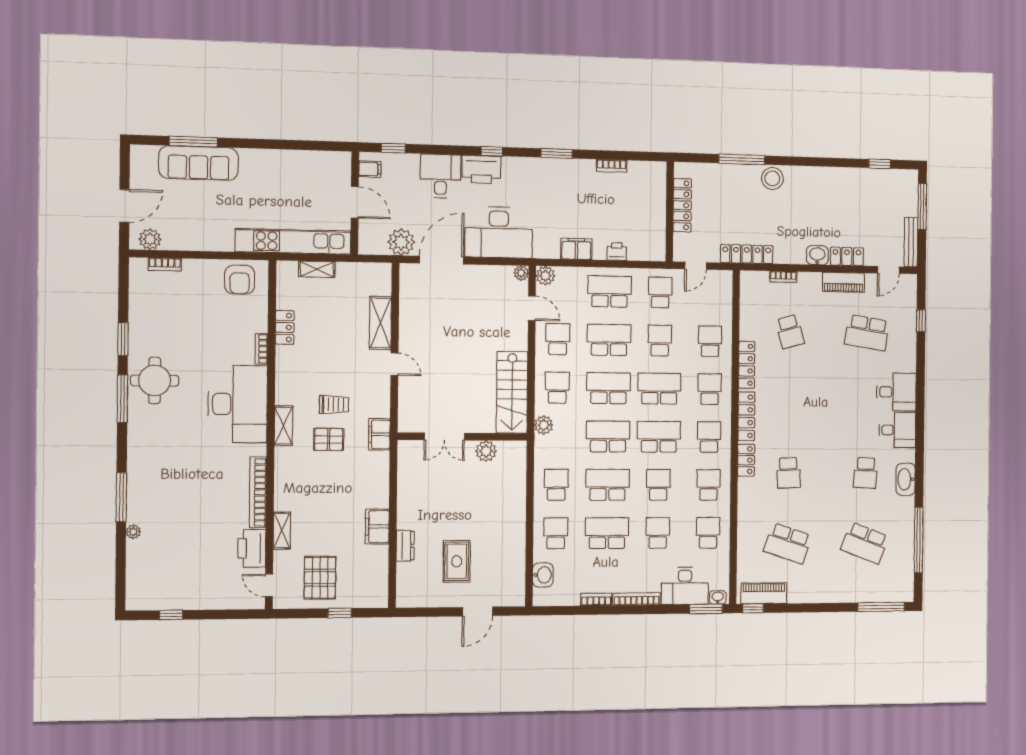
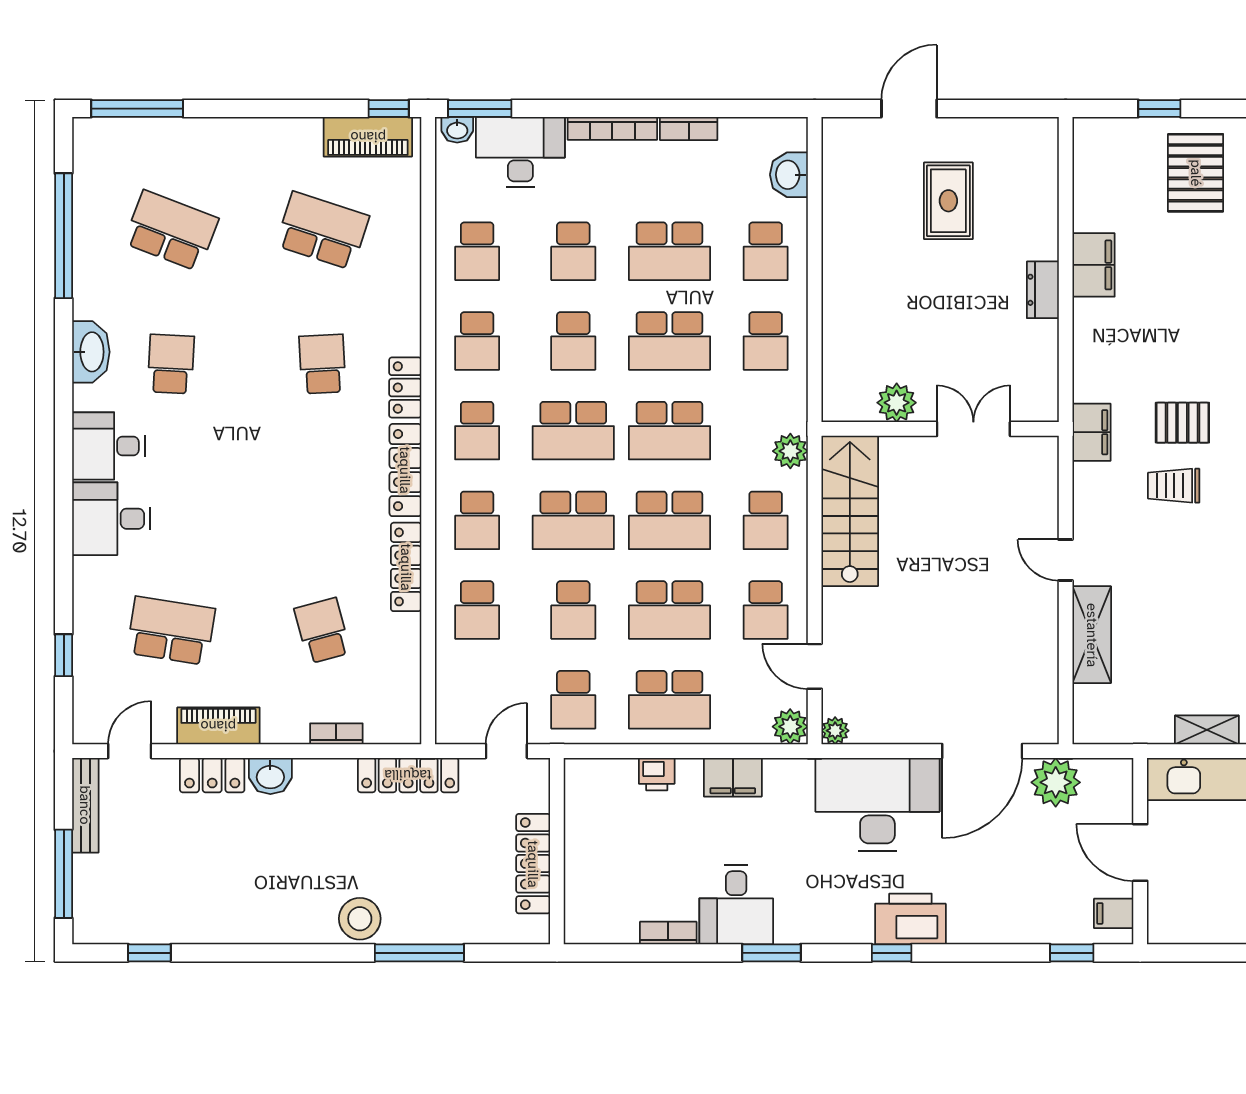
desk: (441, 176) -> (736, 905), moved
dresser: (405, 546) -> (1043, 290), moved

